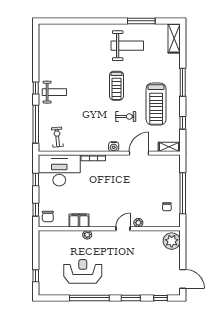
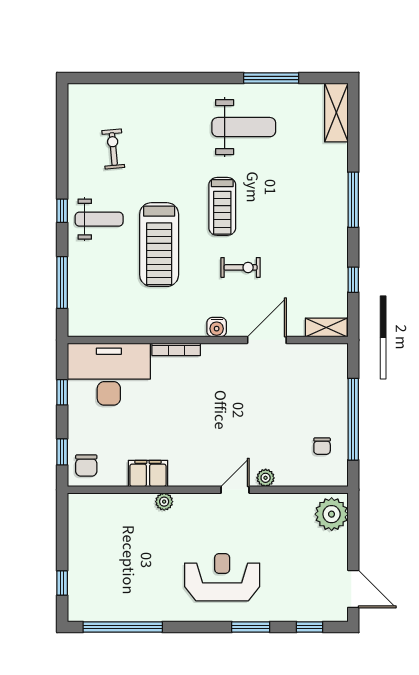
treadmill: (156, 104) -> (159, 245), moved
window: (36, 124) -> (62, 282), width x0.68
exercise bike: (57, 137) -> (113, 149), moved
reception desk: (83, 271) -> (222, 577), moved
window: (89, 298) -> (123, 627), moved

